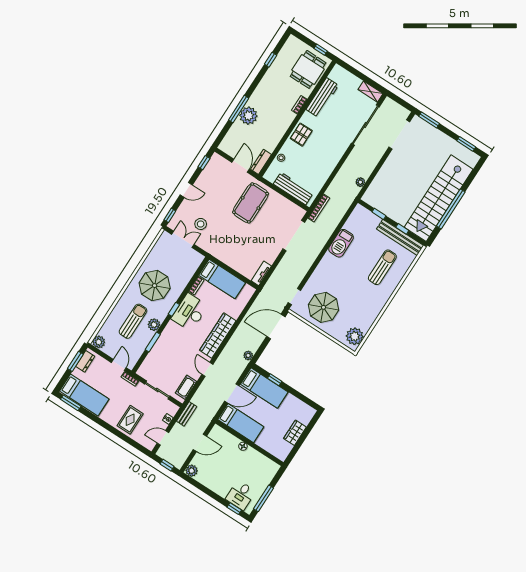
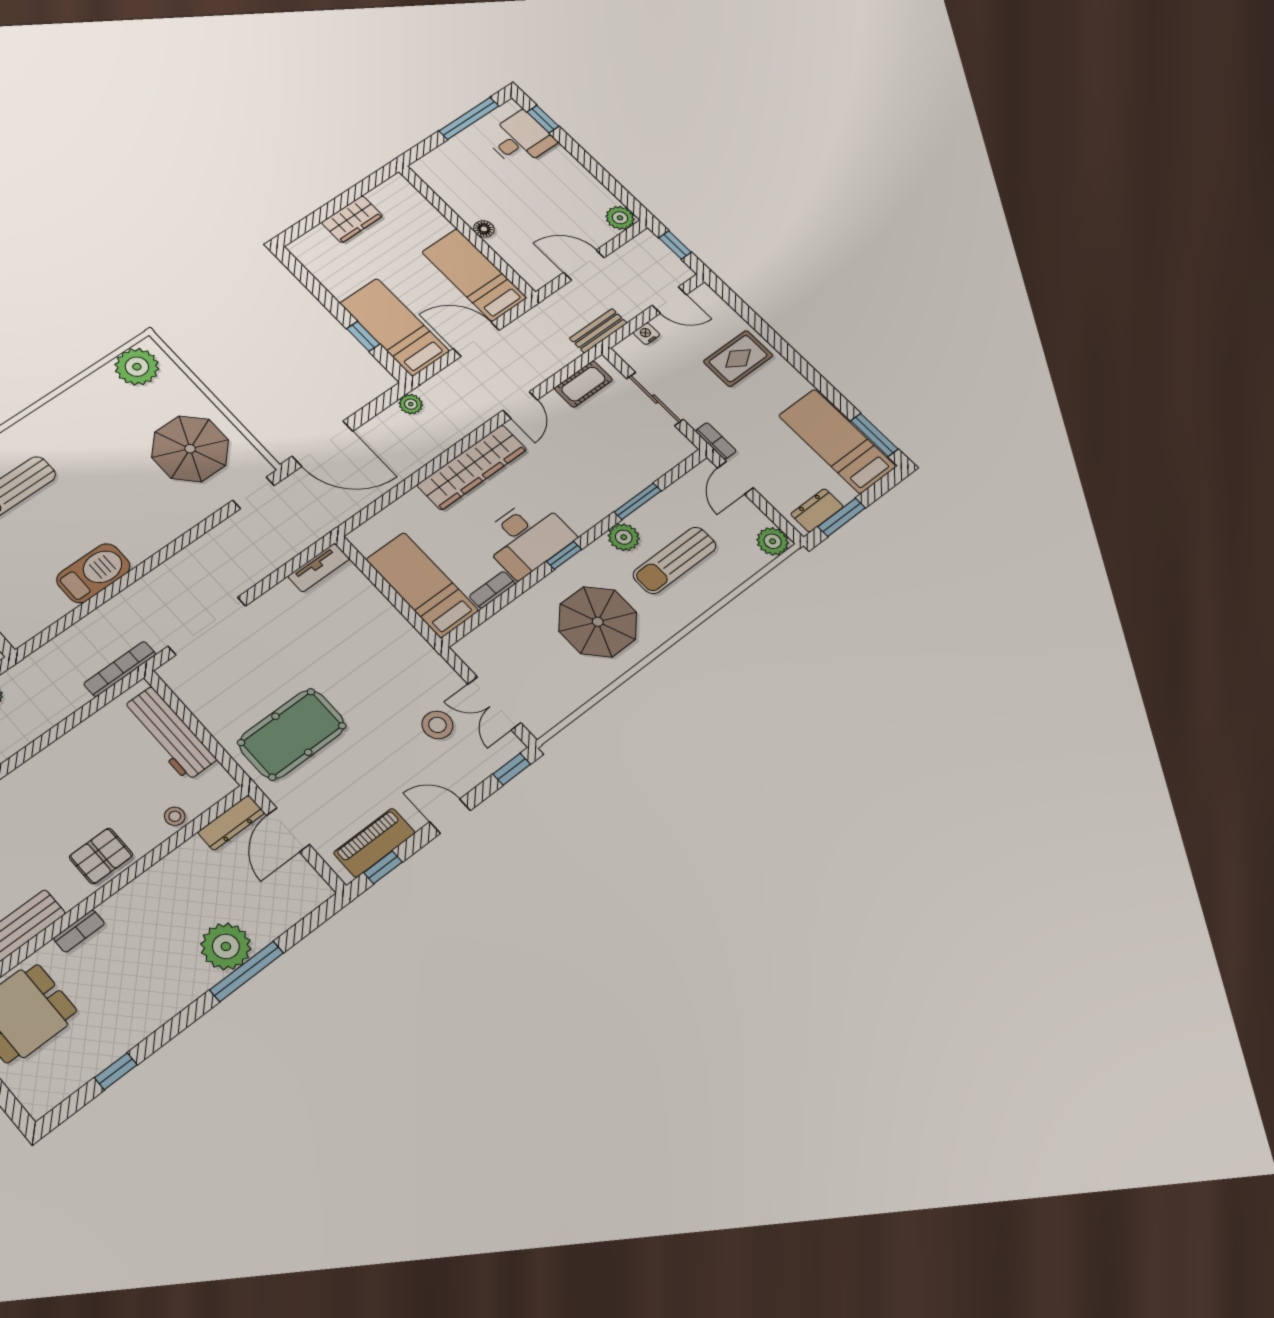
piano: (210, 171) -> (374, 843), added

